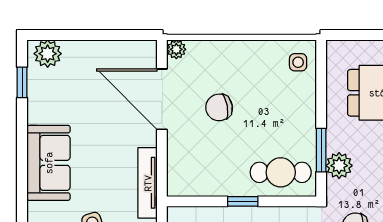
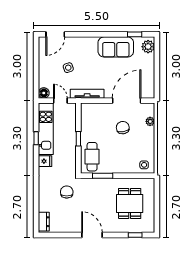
plant: (176, 49) -> (150, 121), moved
sofa: (49, 163) -> (116, 47), moved
plant: (339, 166) -> (95, 184), removed

